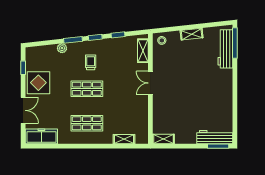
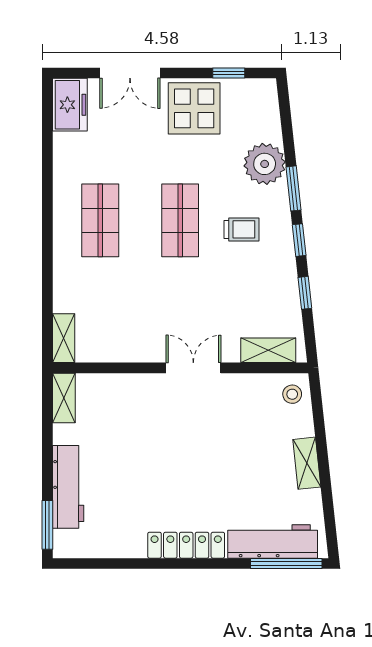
plant: (62, 48) -> (265, 164), width x1.87, depth x1.87
locker: (227, 86) -> (186, 545), added
freezer: (41, 136) -> (70, 105), width x0.71
workbench: (215, 137) -> (68, 487), moved
shelving: (124, 139) -> (64, 338), moved

